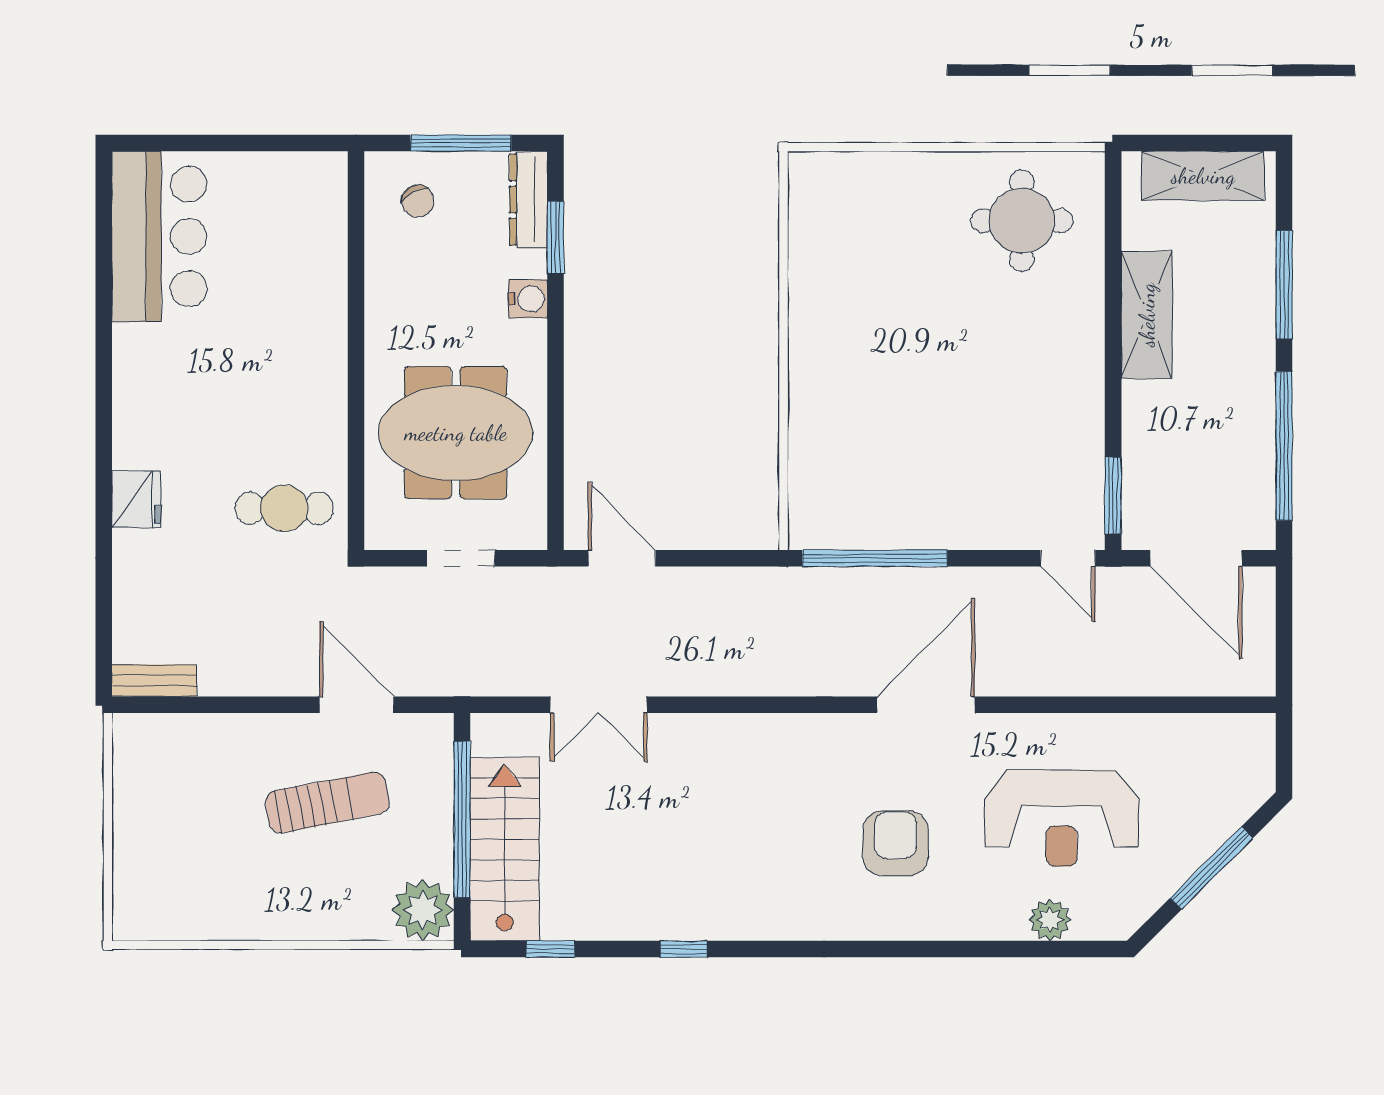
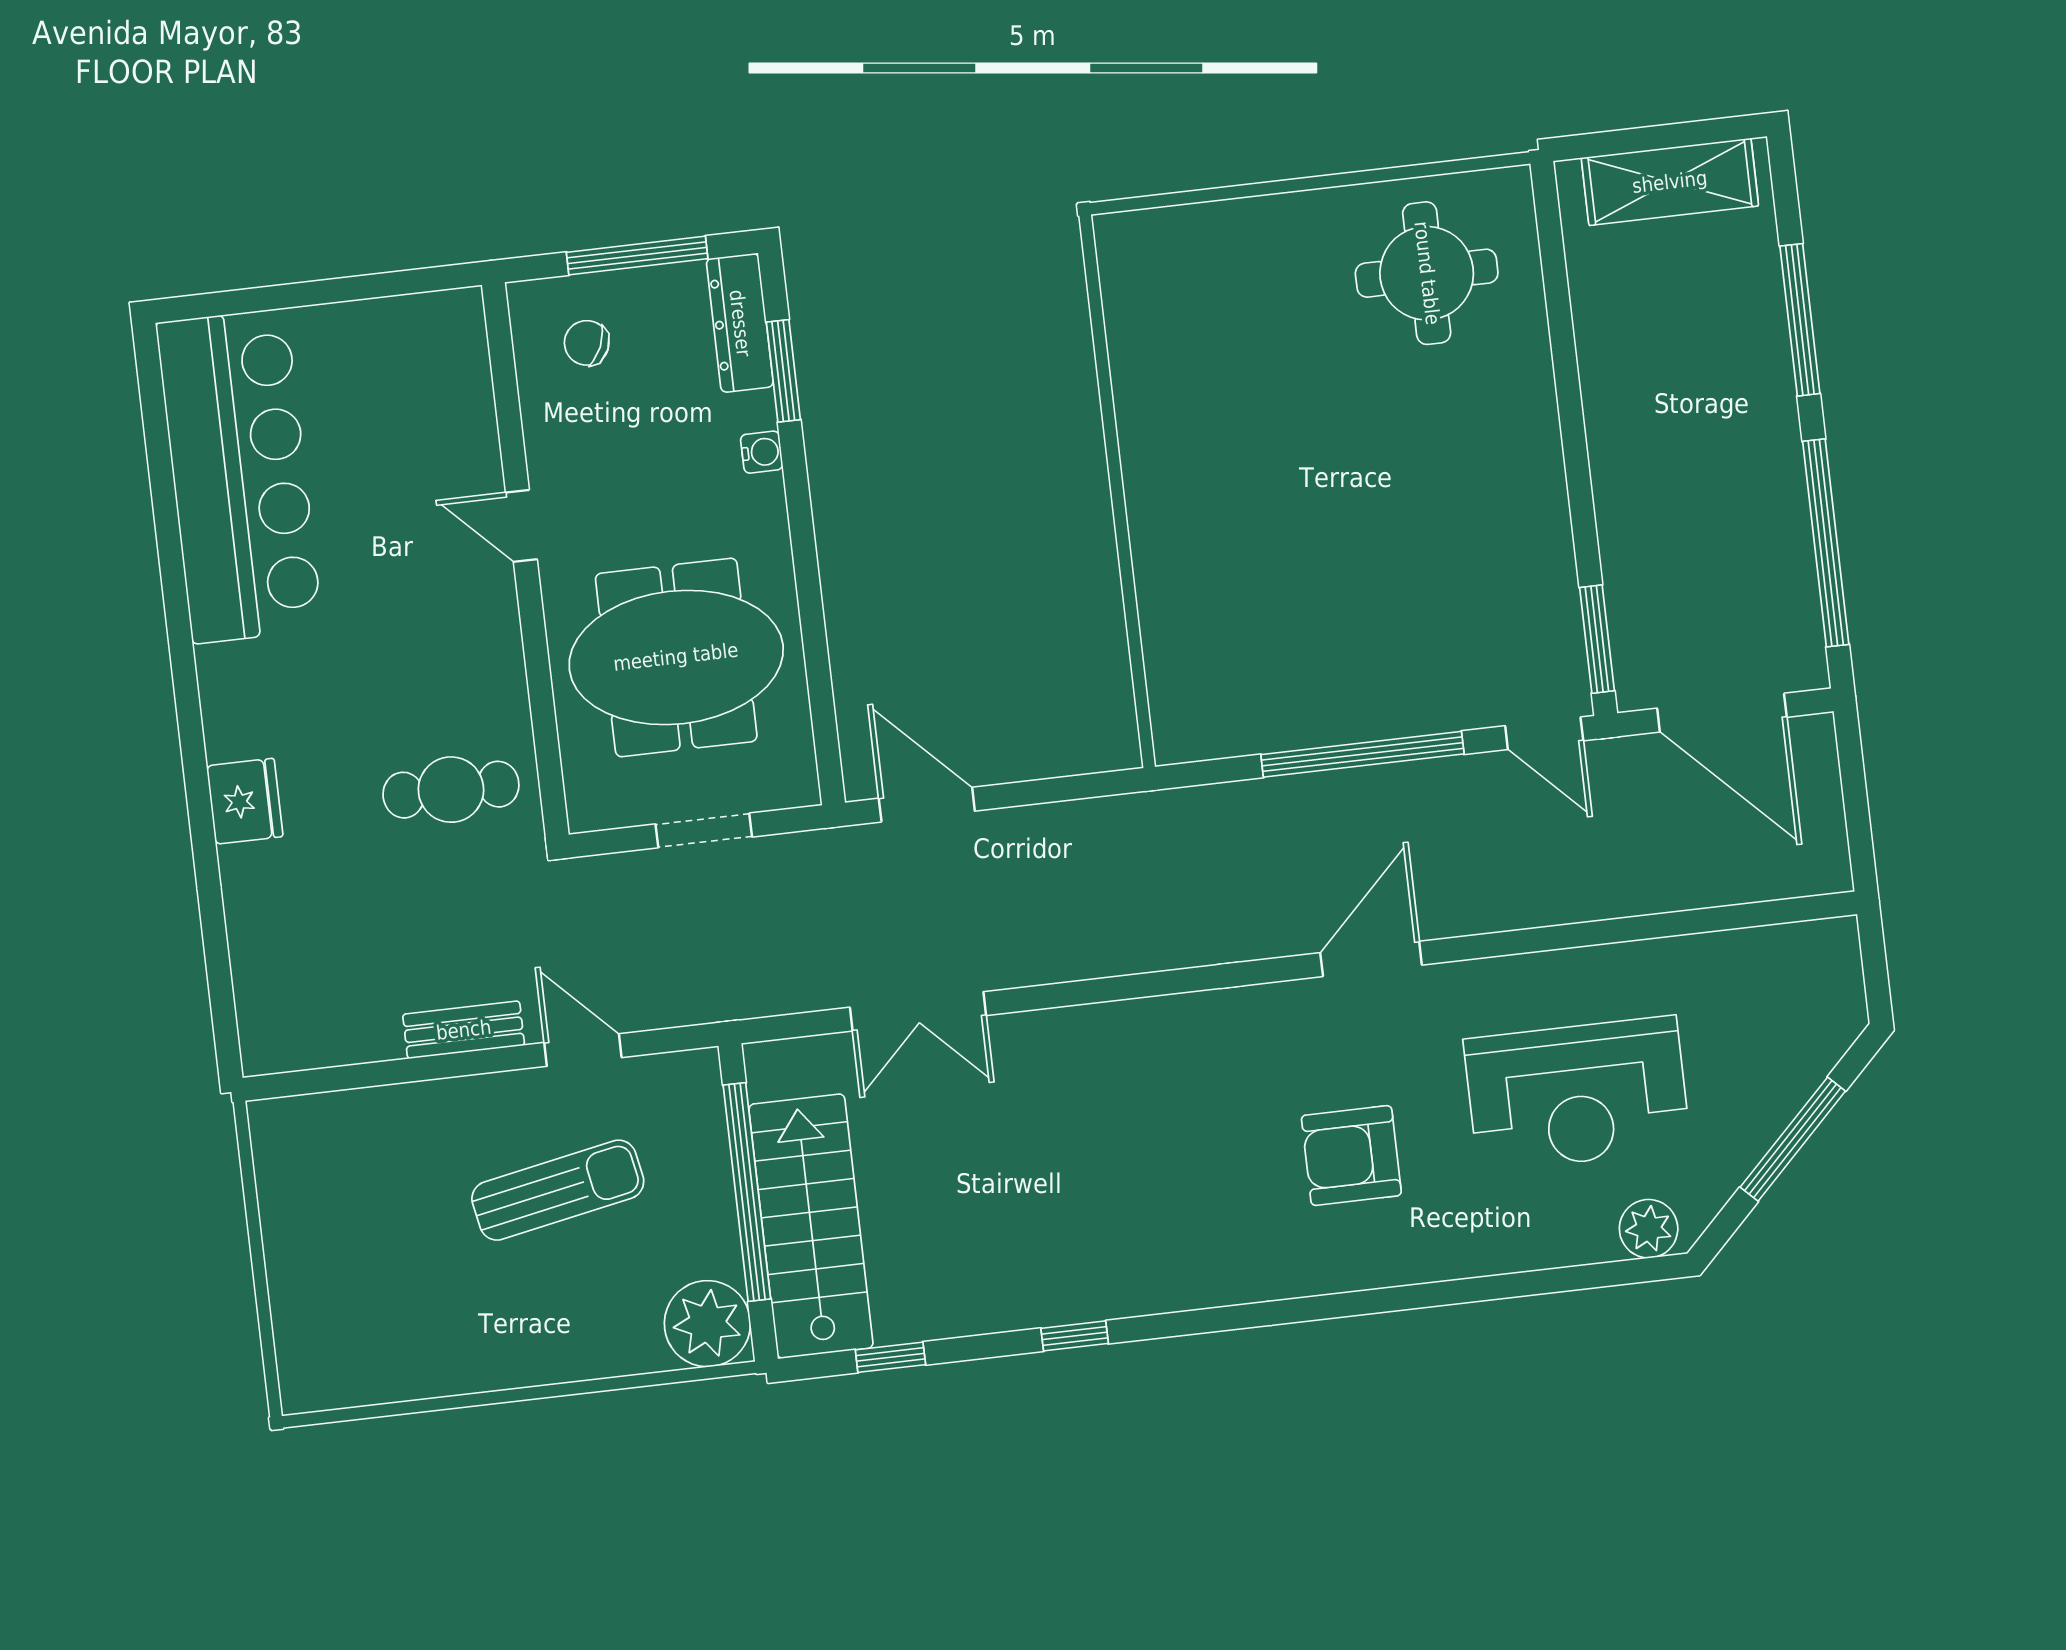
chair: (418, 201) -> (587, 343), turned 142
bar counter: (159, 236) -> (239, 476), width x1.36
water cooler: (528, 299) -> (762, 452), width x0.72, depth x0.72
shelving: (1147, 315) -> (1615, 384), removed
door: (356, 326) -> (521, 526), added
window: (875, 558) -> (1362, 754), moved
bench: (154, 680) -> (464, 1030), moved
door: (357, 705) -> (583, 1050), width x0.73
door: (926, 705) -> (1371, 959), width x0.73
armchair: (896, 843) -> (1351, 1155), turned -90
plant: (1050, 920) -> (1649, 1229), moved

